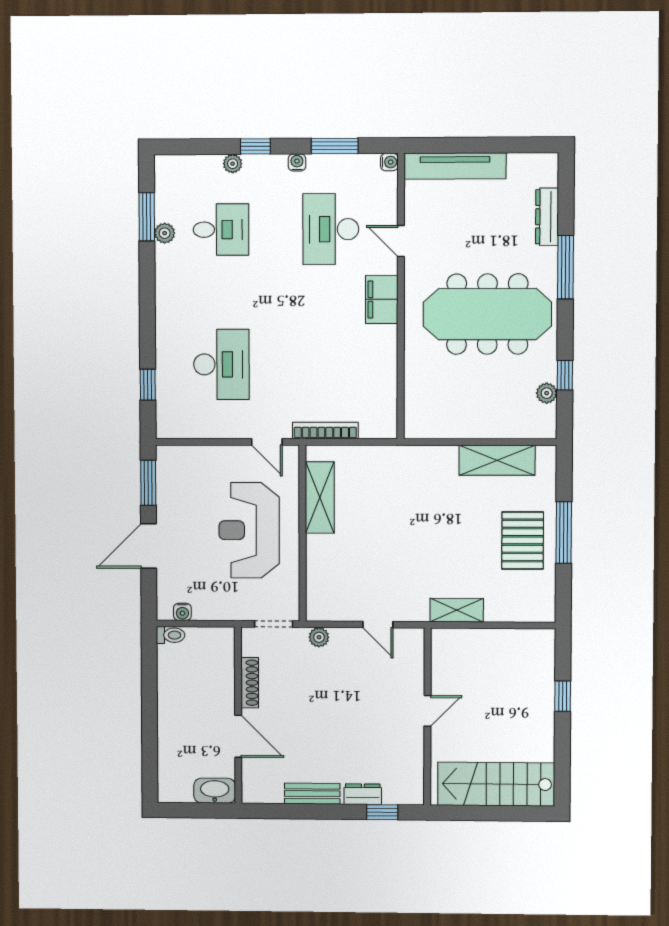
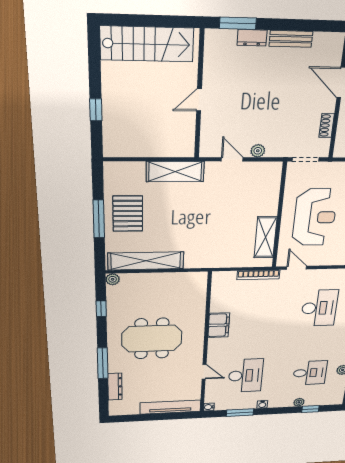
window: (255, 146) -> (310, 409), moved
desk: (221, 230) -> (310, 373), turned 180
filing cabinet: (382, 299) -> (219, 325), moved
meeting table: (487, 314) -> (152, 339), width x0.73
desk: (221, 364) -> (319, 308), turned 180
plant: (547, 393) -> (113, 279), moved
shelving: (497, 460) -> (146, 261), width x1.47
shelving: (457, 610) -> (175, 172), width x1.50, depth x1.33
plant: (319, 637) -> (258, 151), moved
shoe rack: (250, 683) -> (327, 125), width x0.70
window: (382, 812) -> (238, 23), width x1.50

